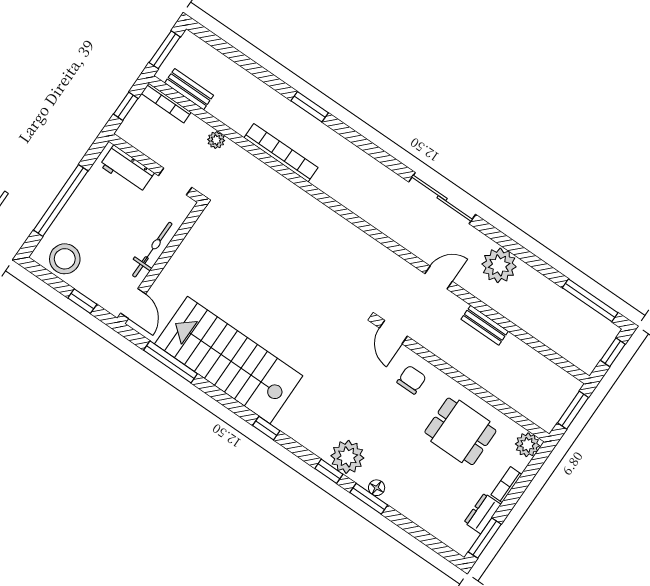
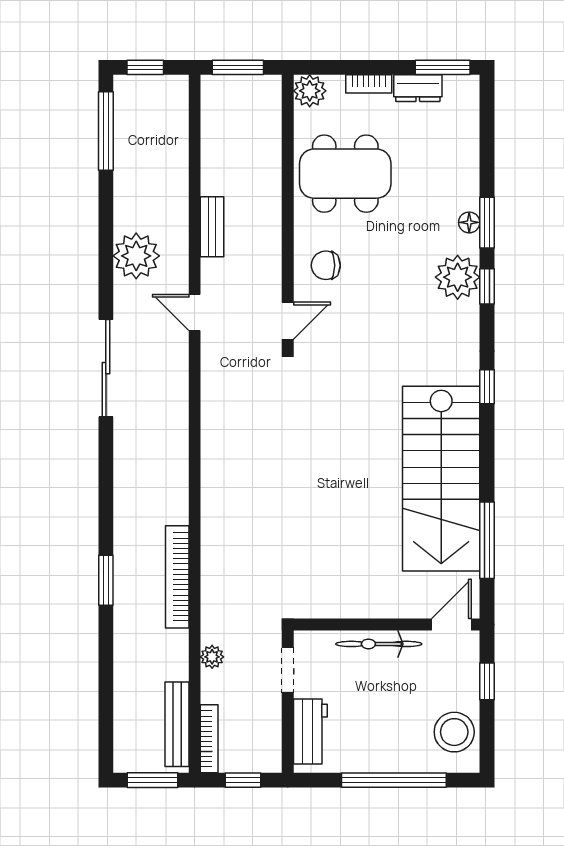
bench: (189, 89) -> (177, 724), width x1.36
dining table: (460, 431) -> (345, 174), width x1.38

